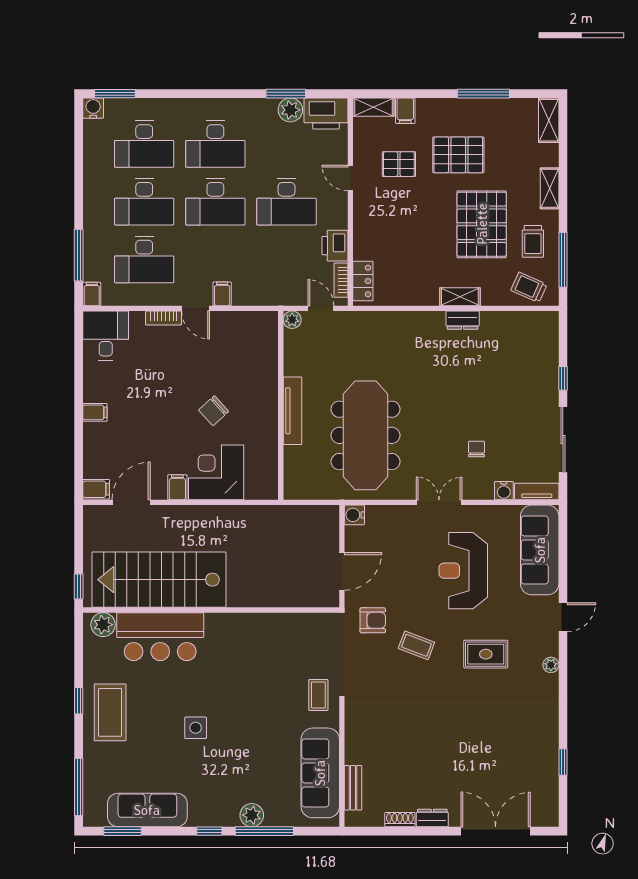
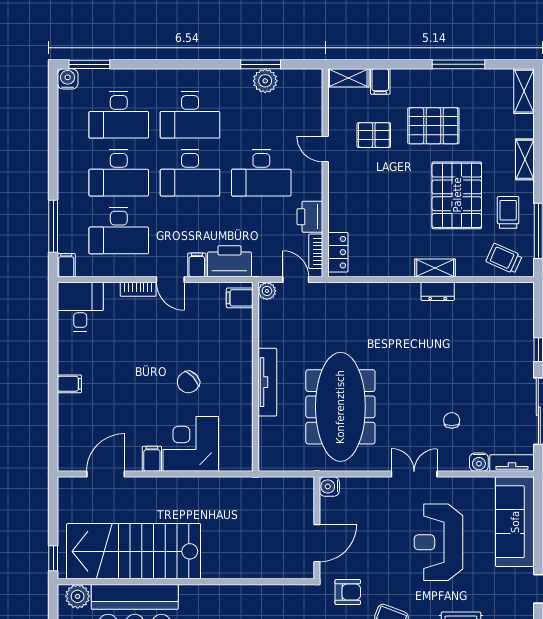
printer: (326, 114) -> (229, 261), moved, turned 180
trolley: (533, 241) -> (508, 212), turned 180
filing cabinet: (96, 489) -> (240, 298), moved, turned 180

